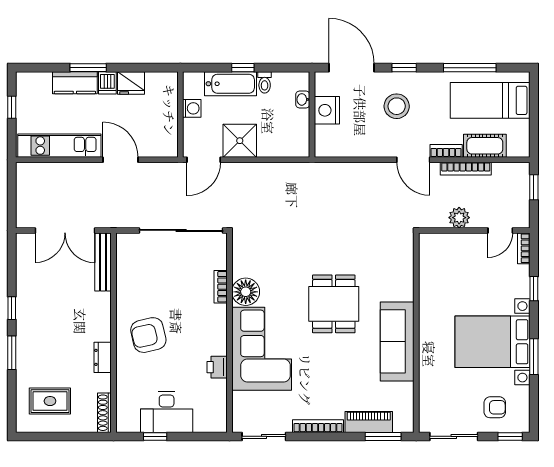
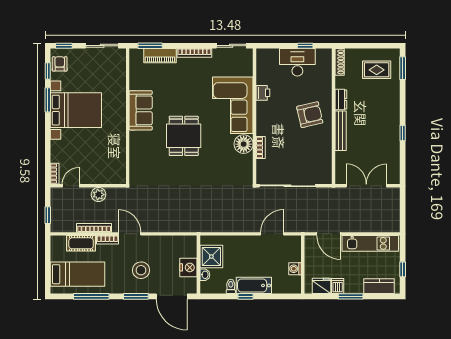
window: (404, 68) -> (136, 296), width x1.50
kitchen counter: (75, 83) -> (379, 286), moved
washing machine: (192, 108) -> (295, 269), moved
wall: (180, 114) -> (303, 265), moved
shower: (240, 141) -> (211, 257), moved
bench: (103, 262) -> (341, 131), moved
window: (534, 289) -> (48, 71), moved
sofa: (397, 341) -> (141, 110), width x0.73
window: (12, 353) -> (403, 68), moved
armchair: (495, 407) -> (60, 64), moved, turned 90

